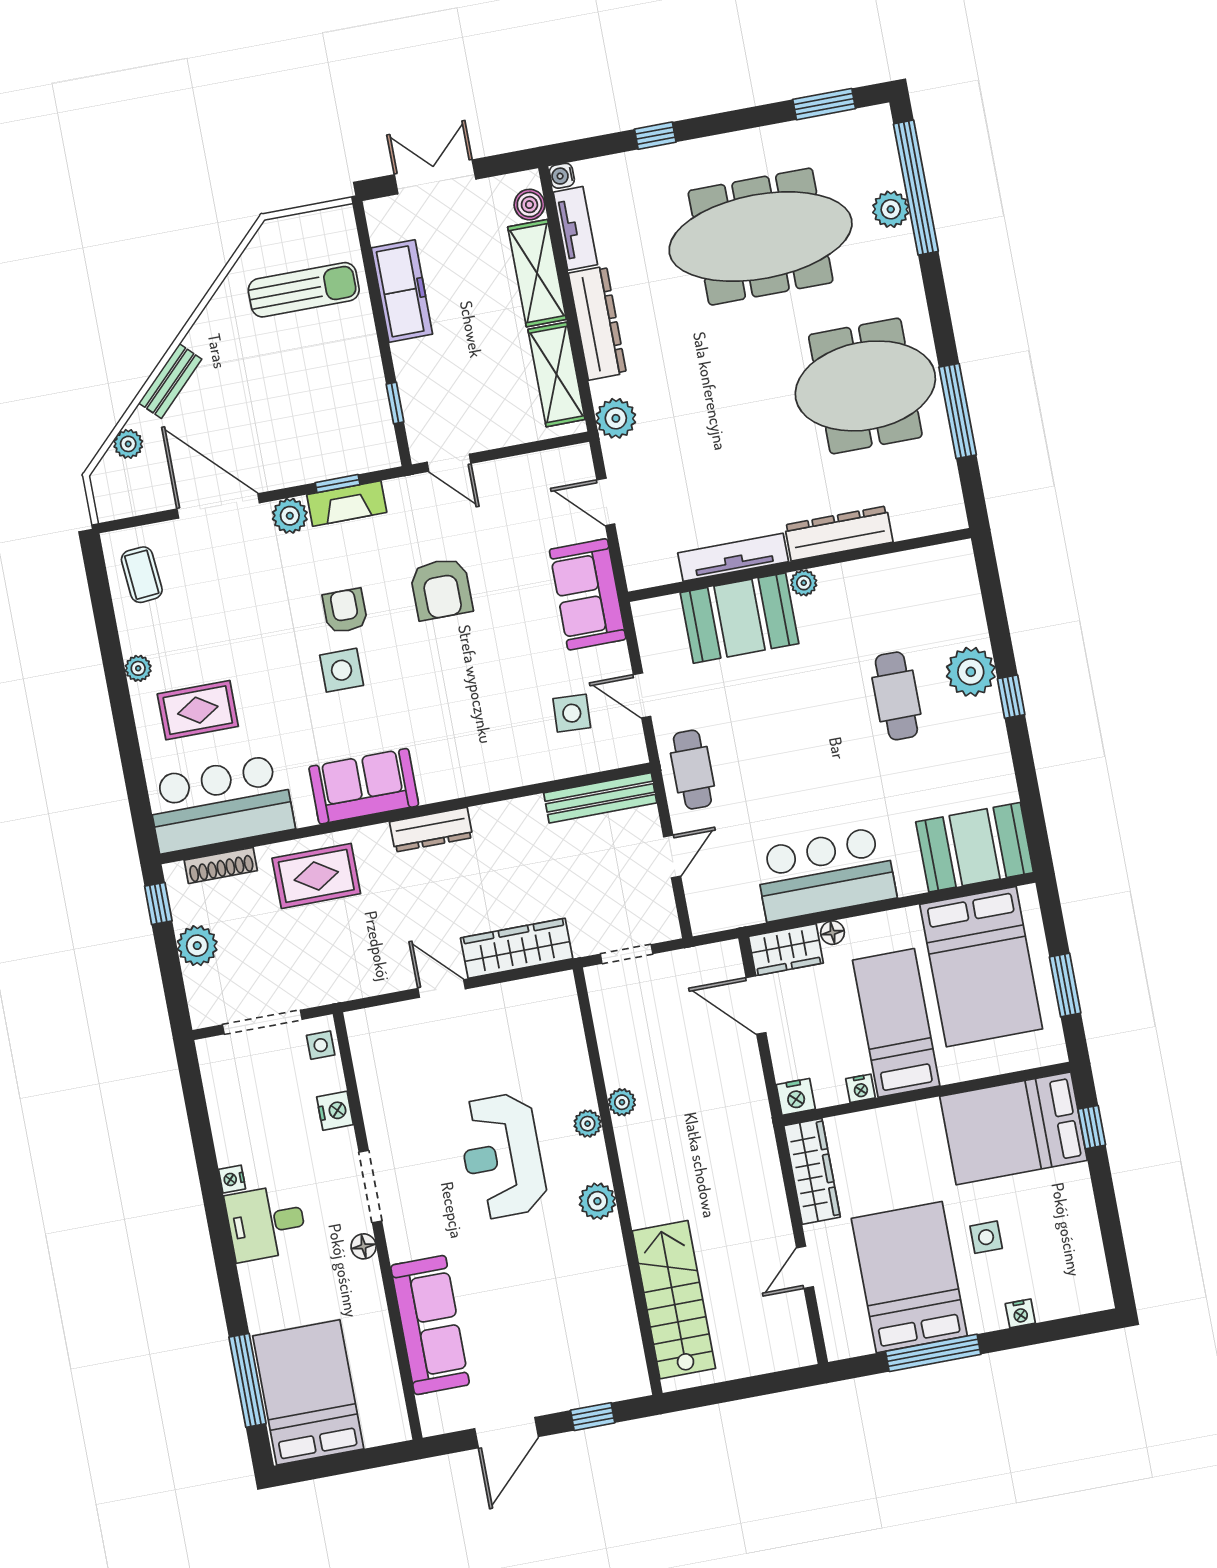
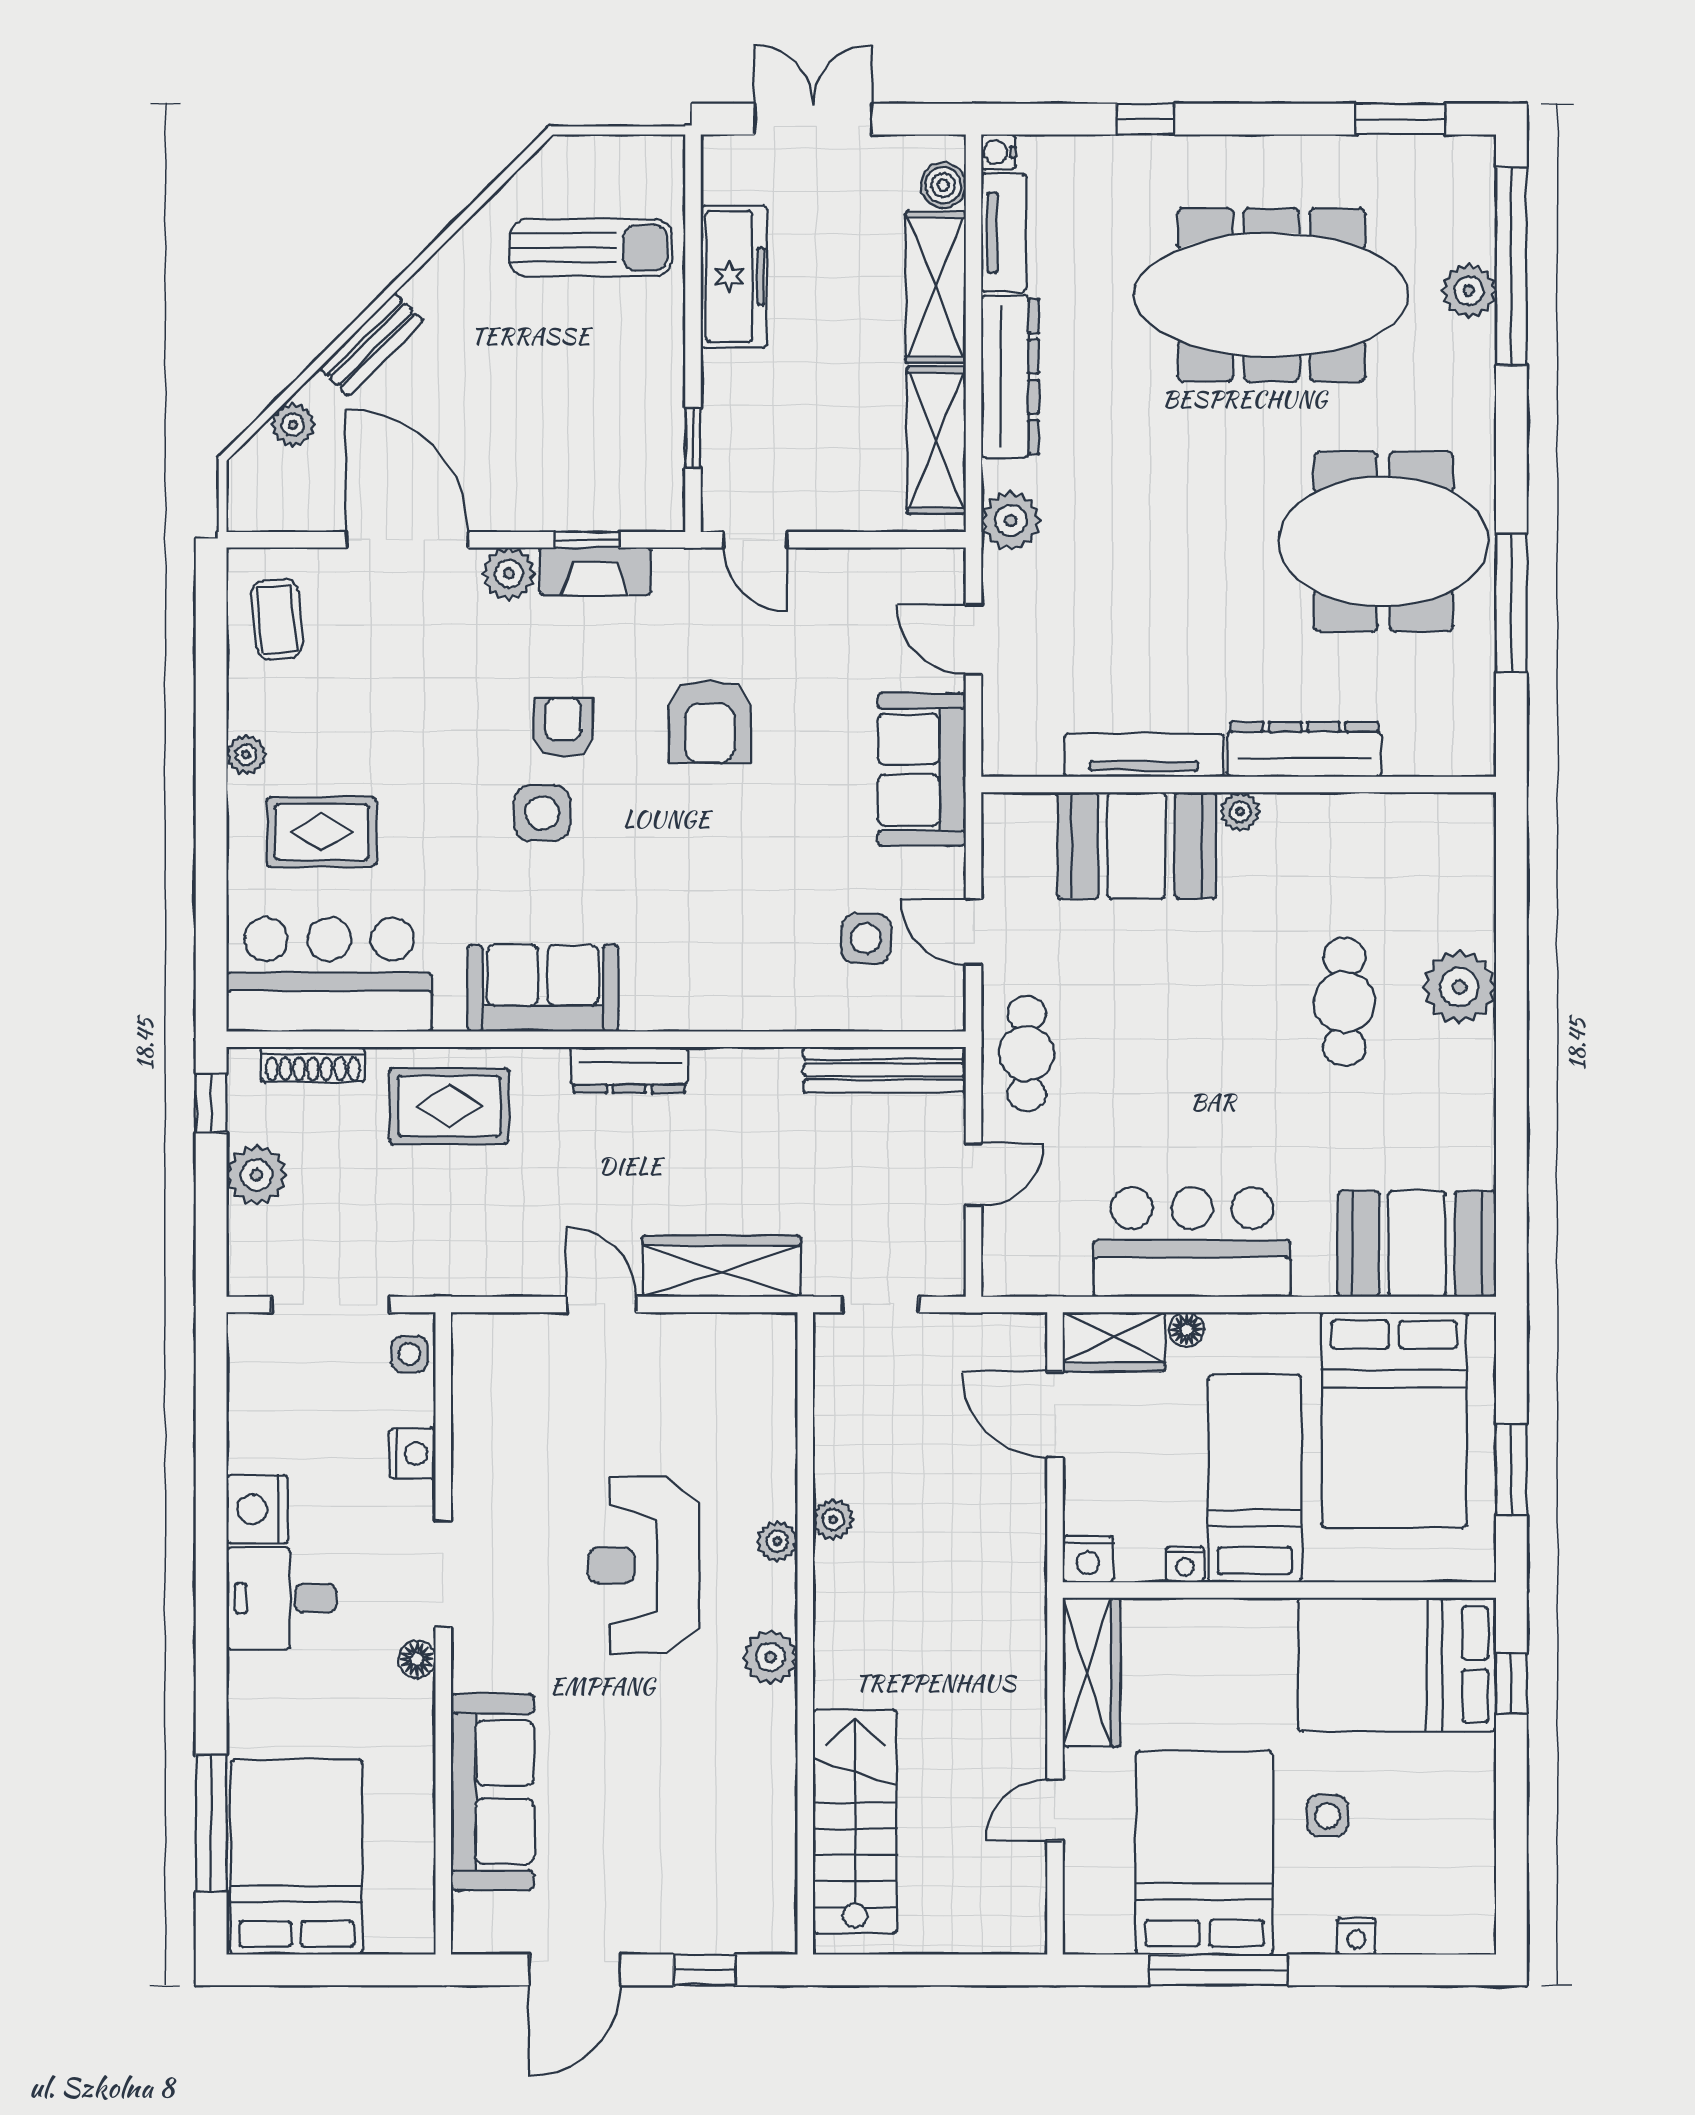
window: (1011, 697) -> (1511, 1034), removed
nightstand: (232, 1179) -> (257, 1509), width x1.89, depth x1.79

